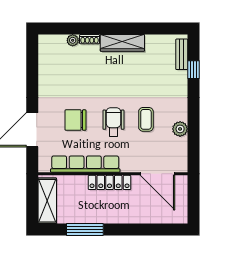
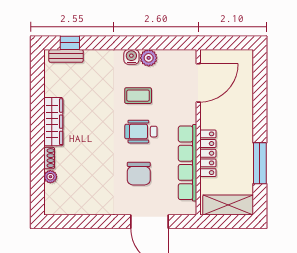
window: (194, 70) -> (70, 43), moved
water cooler: (181, 113) -> (131, 57), added
locker: (110, 182) -> (208, 153), moved

